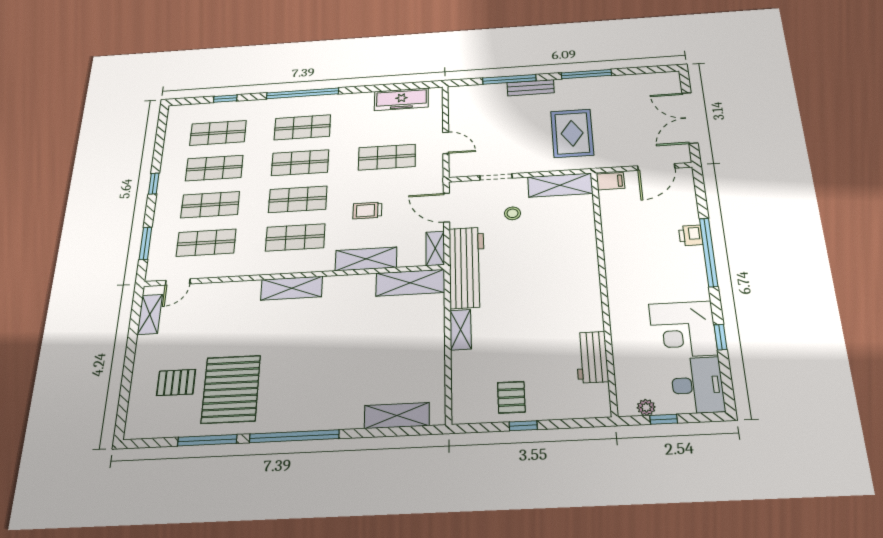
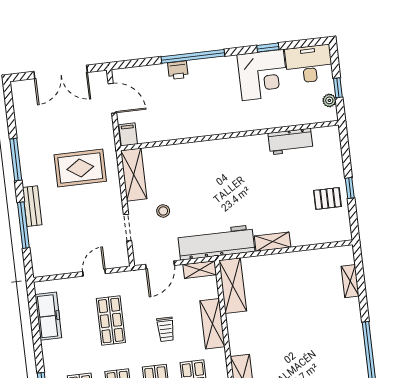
shelving: (397, 416) -> (350, 281), width x0.67, depth x0.75

